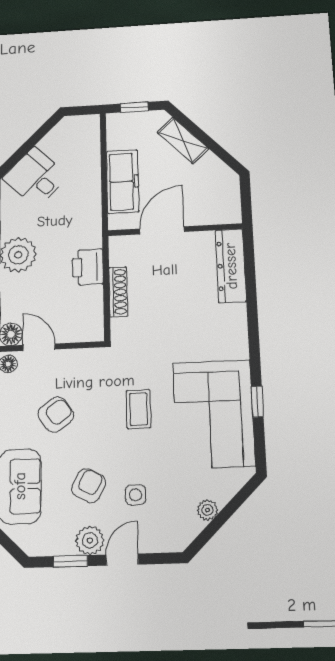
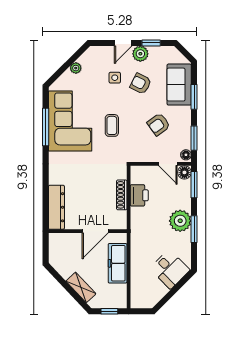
printer: (88, 267) -> (139, 195), moved
window: (257, 402) -> (46, 127), width x2.17
armchair: (89, 486) -> (141, 84), turned 89

